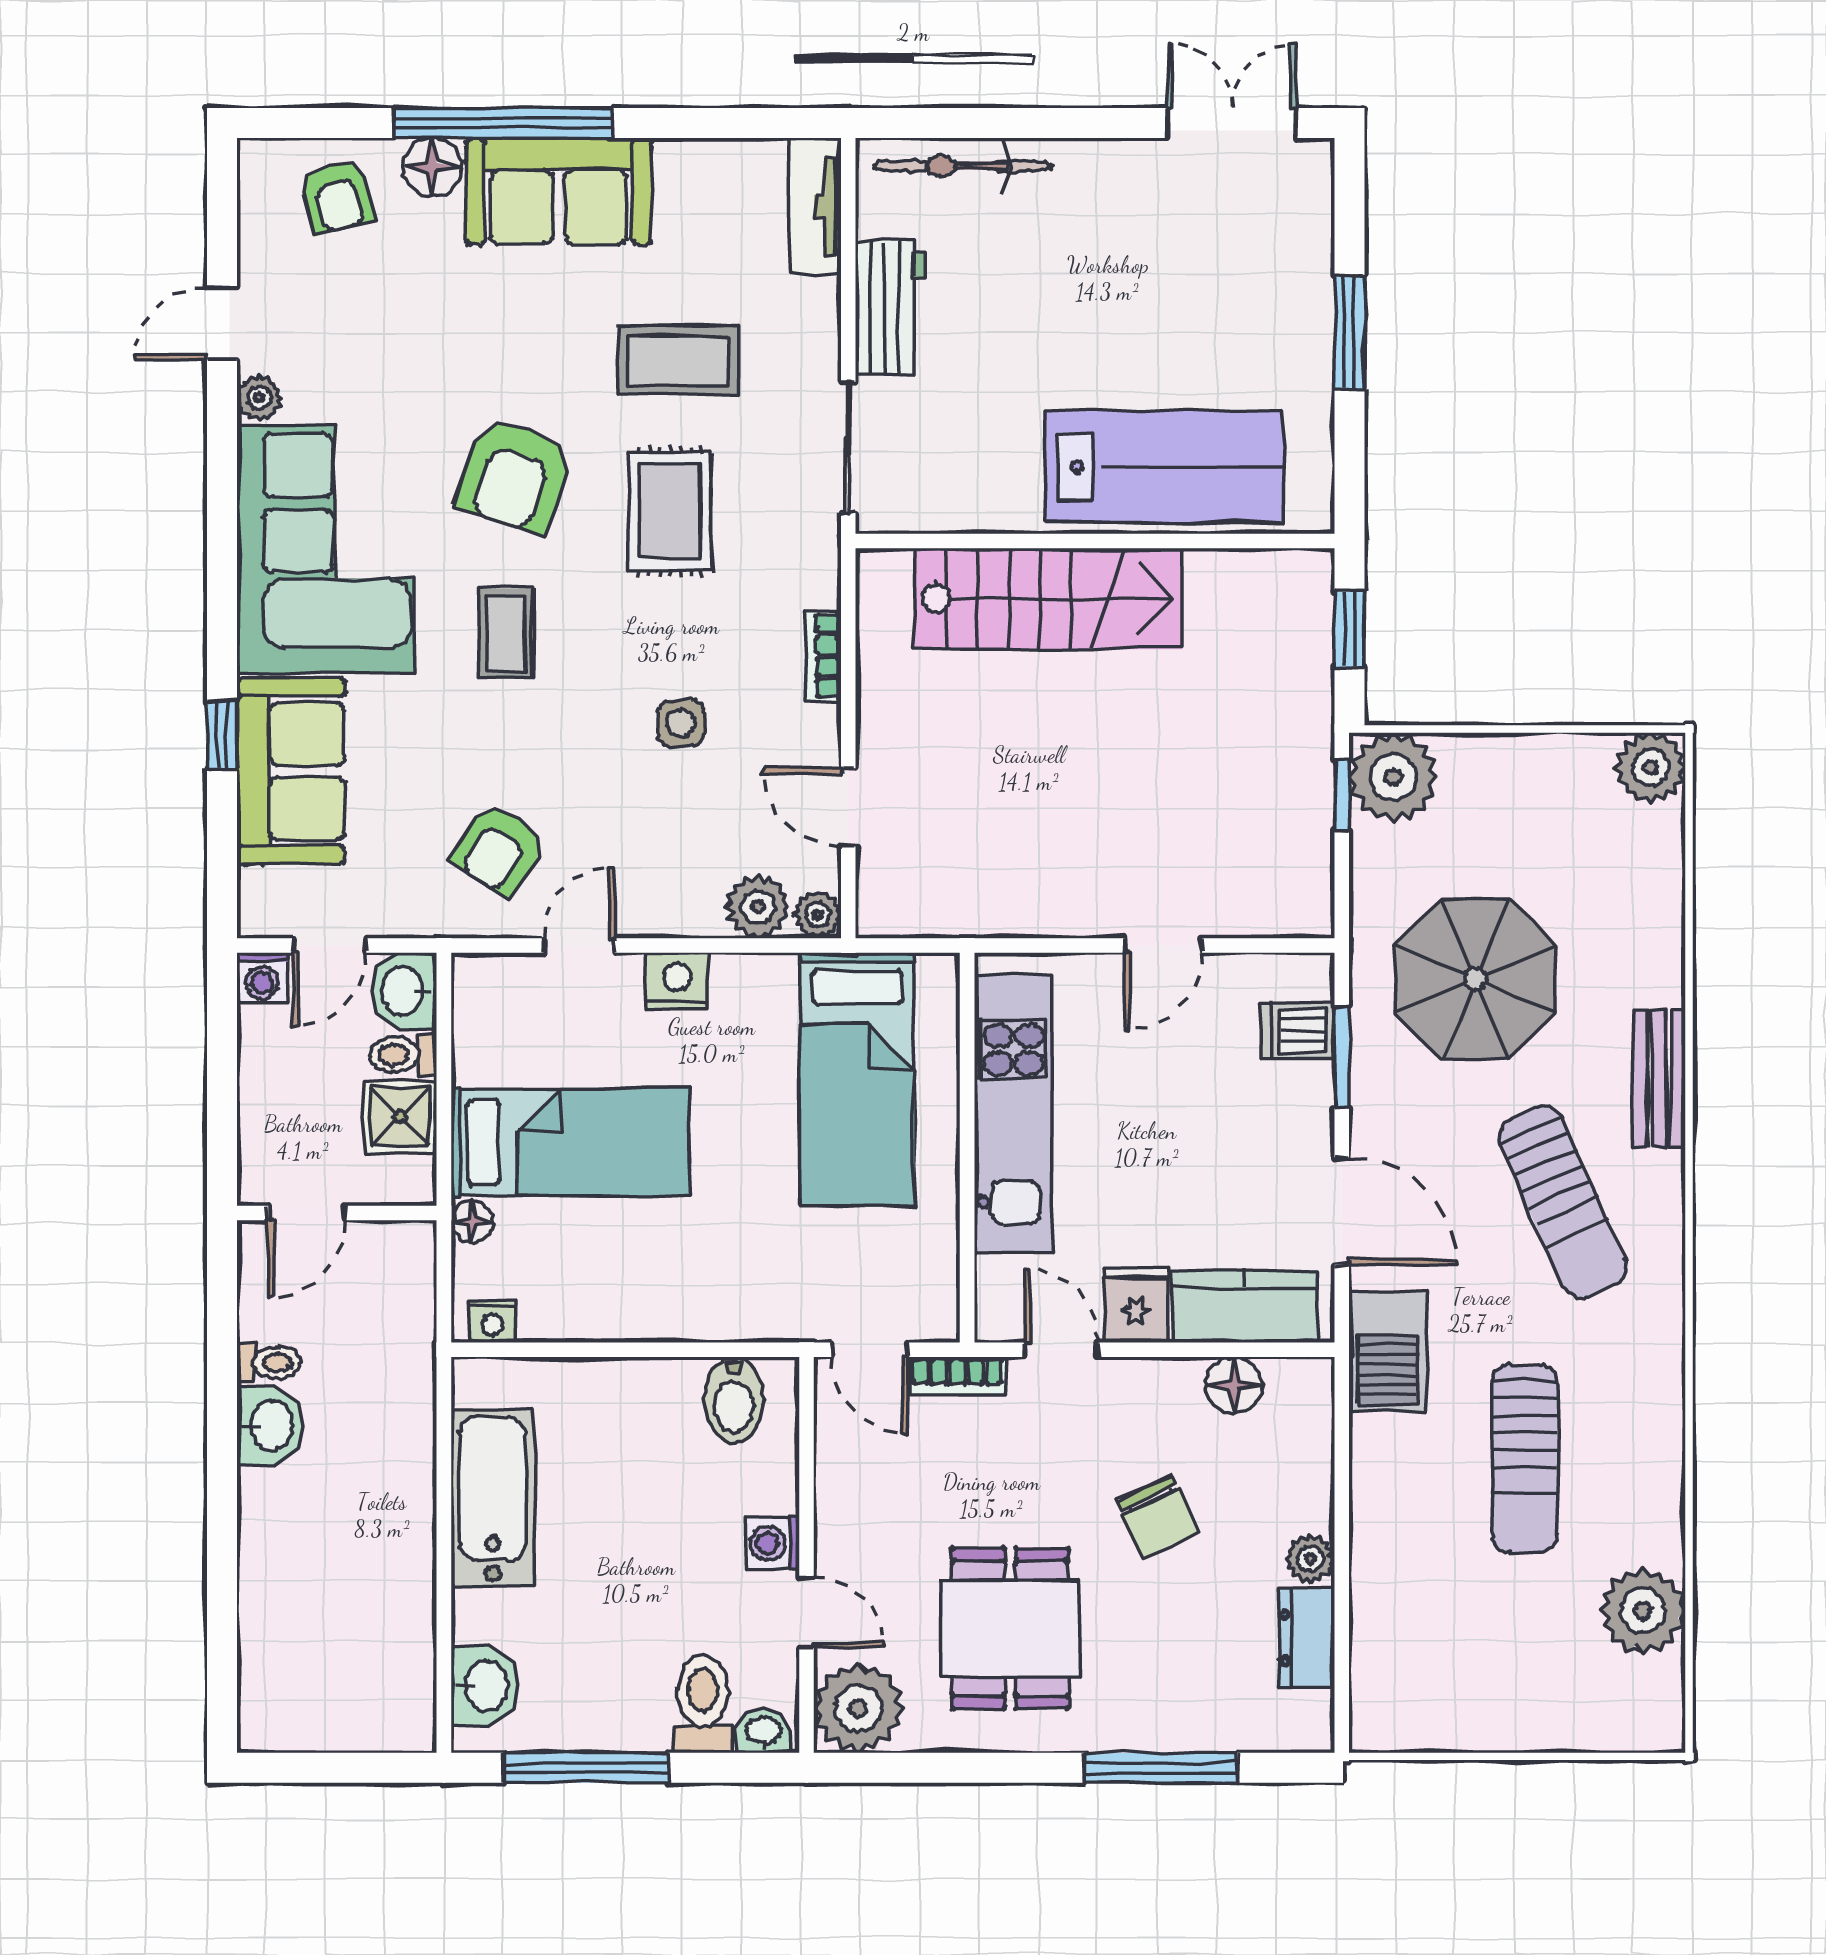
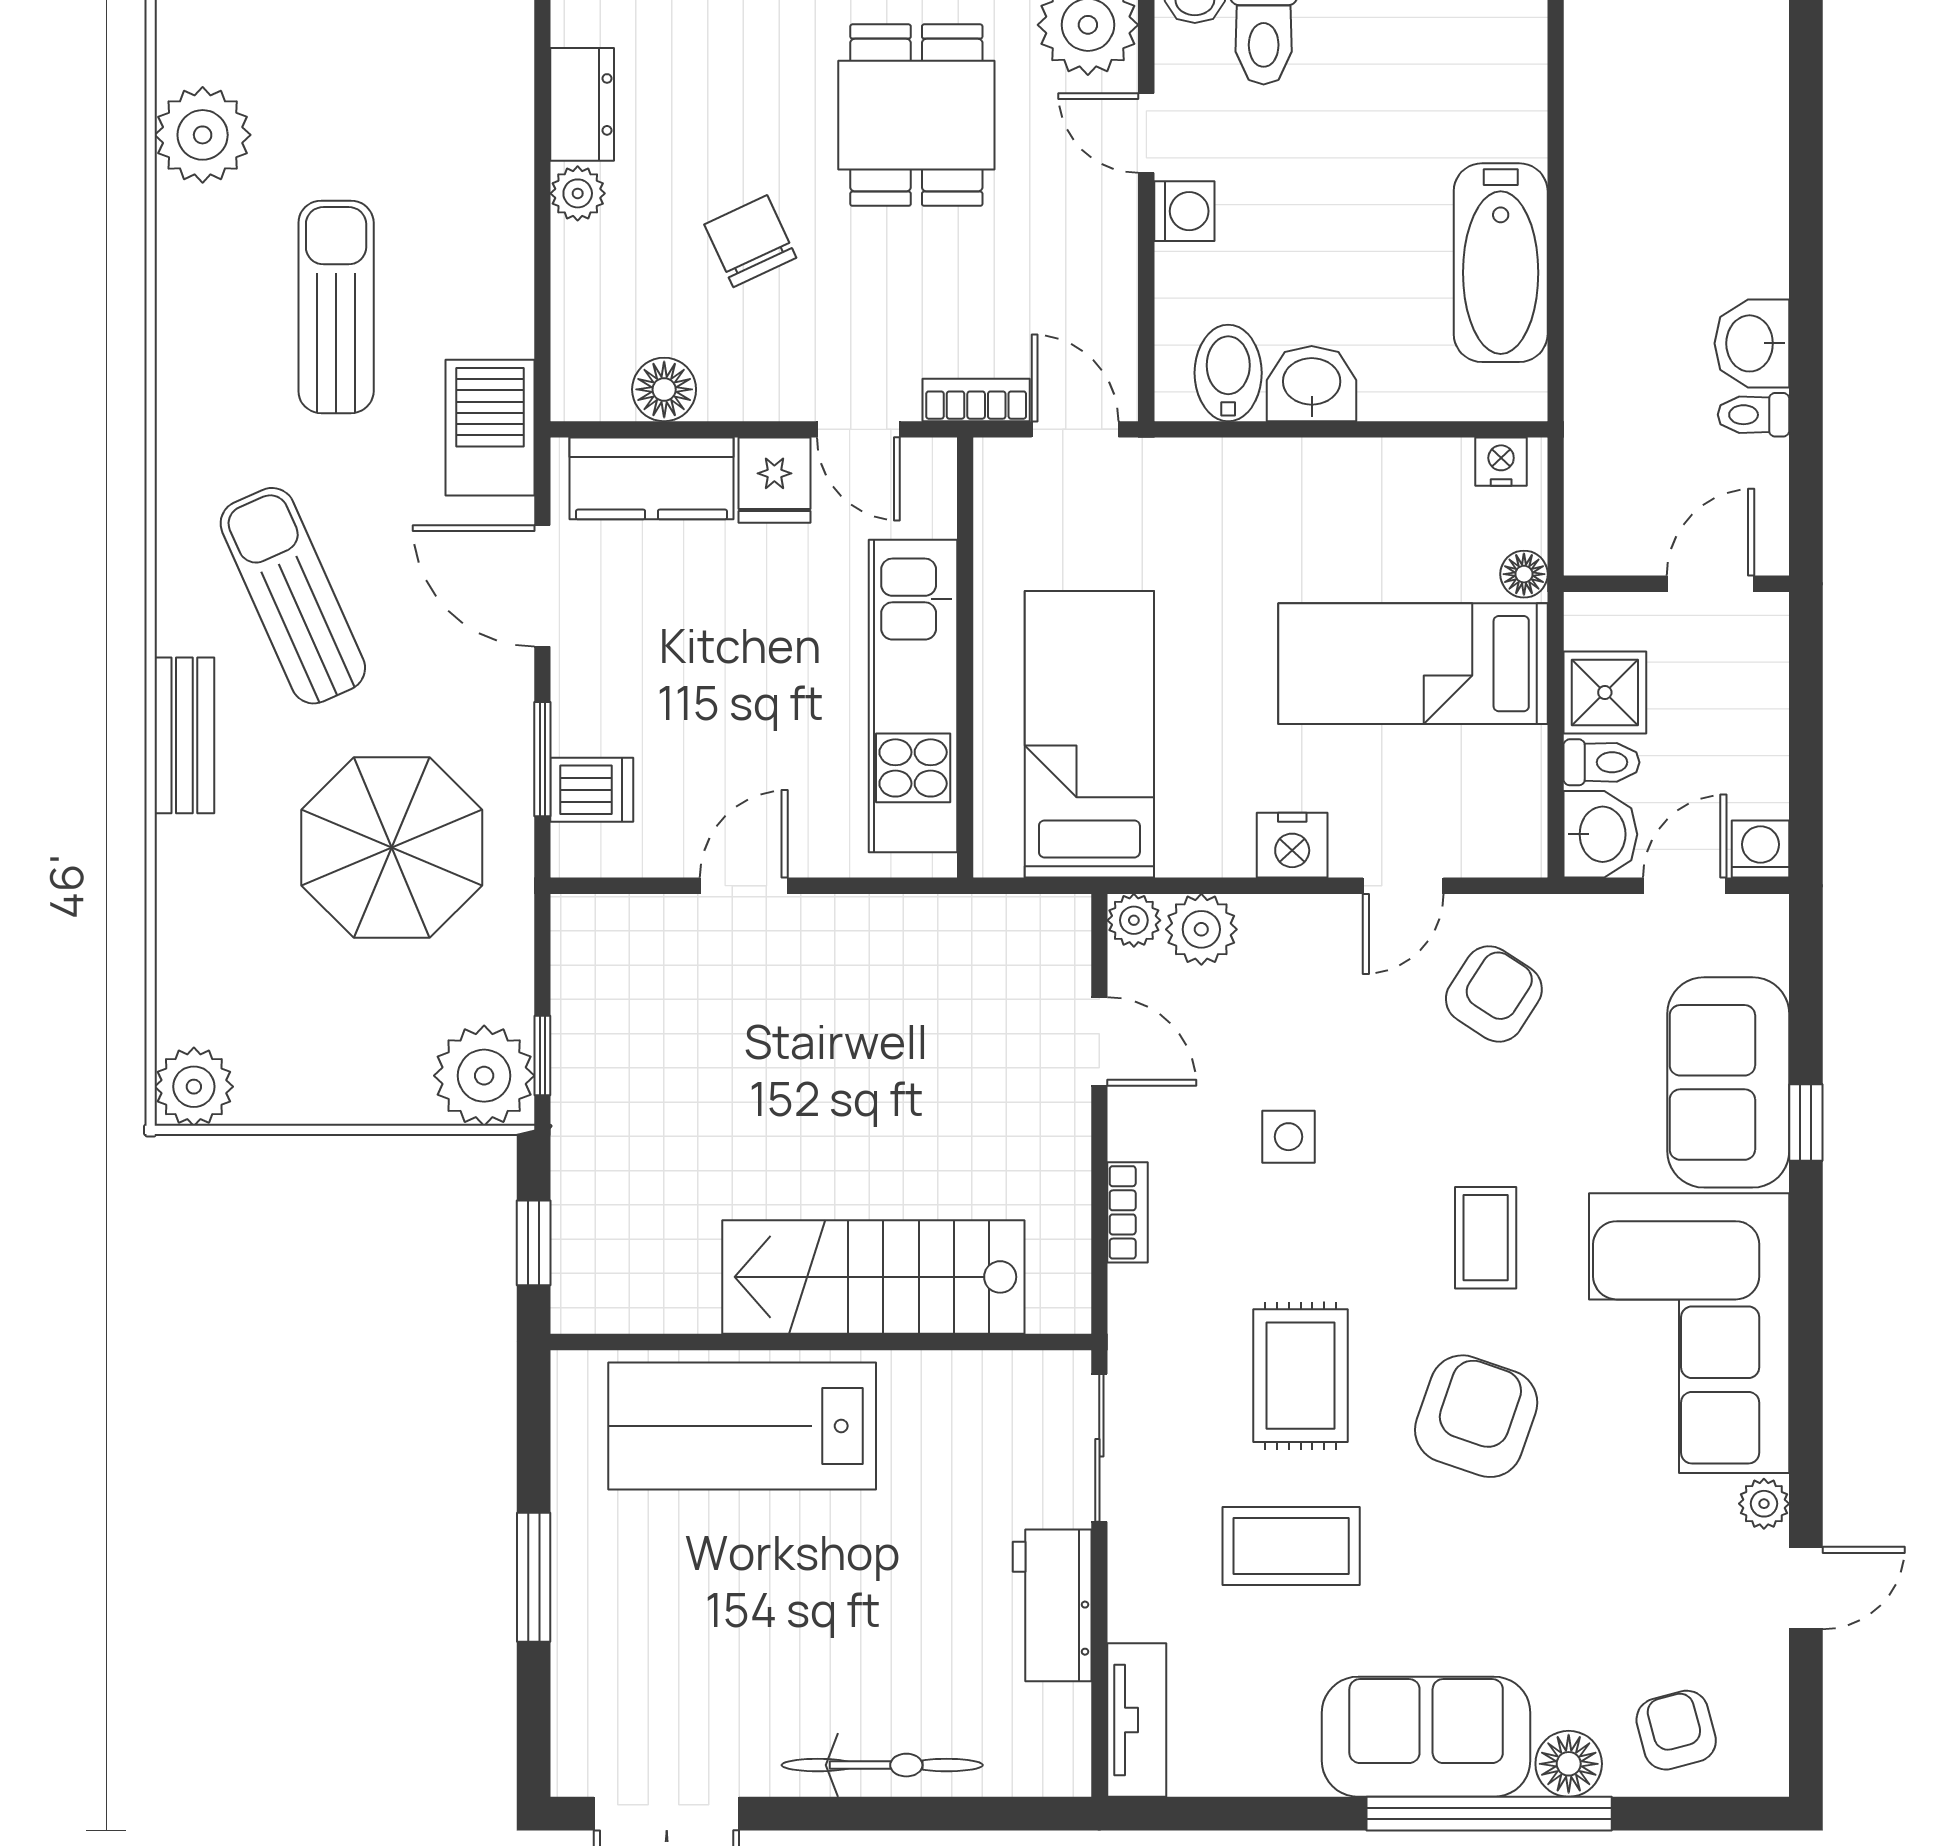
bicycle: (962, 166) -> (882, 1765), moved
washbasin: (484, 1686) -> (1312, 384), moved, turned 90

